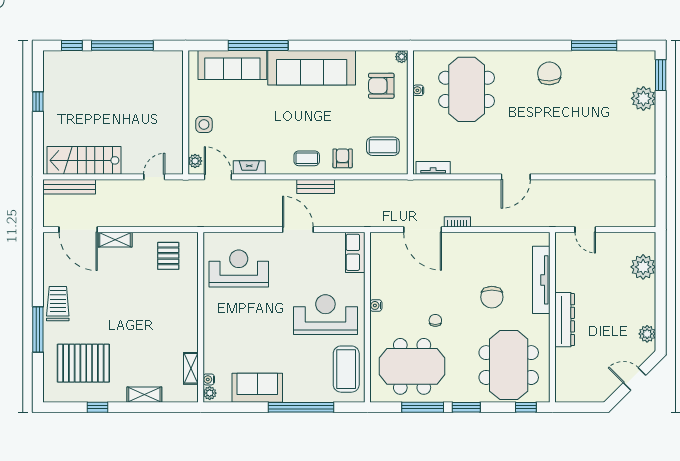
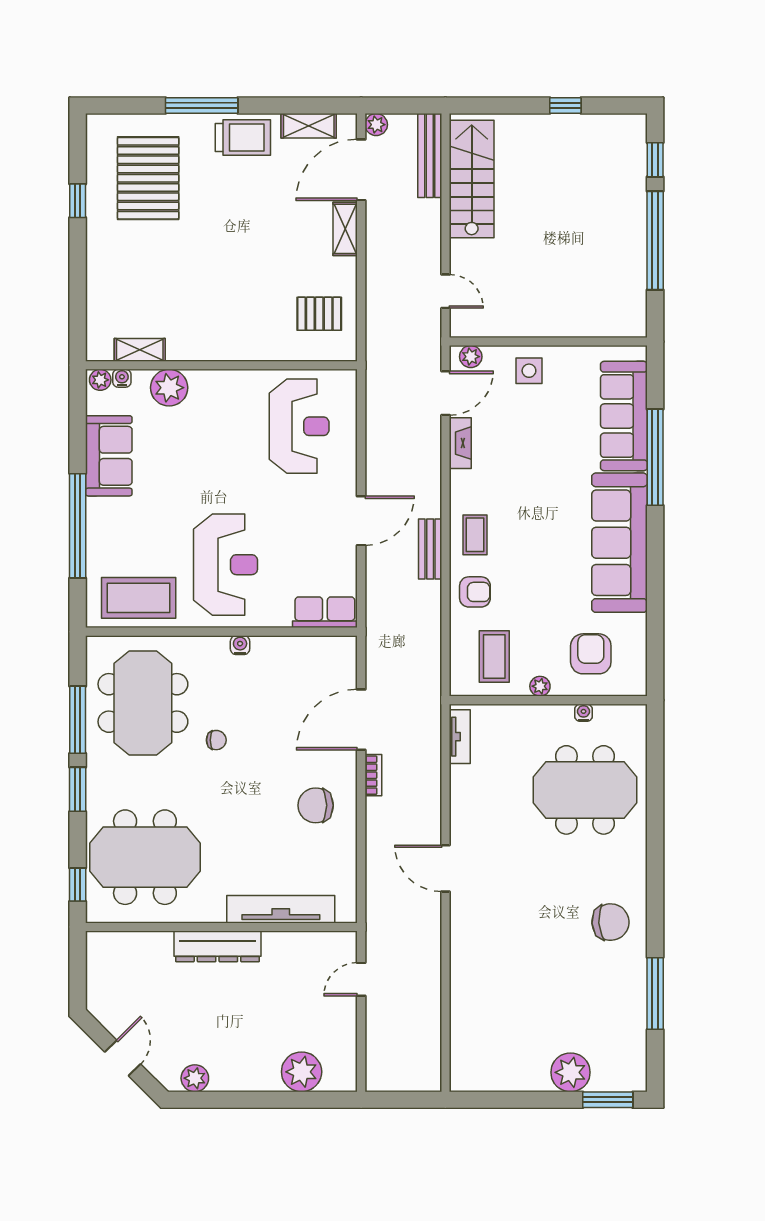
plant: (402, 57) -> (540, 686), moved
plant: (50, 220) -> (376, 125), added
chair: (492, 297) -> (316, 805), moved
plant: (215, 350) -> (169, 388), added
shelving: (144, 395) -> (309, 126), moved, turned 90

